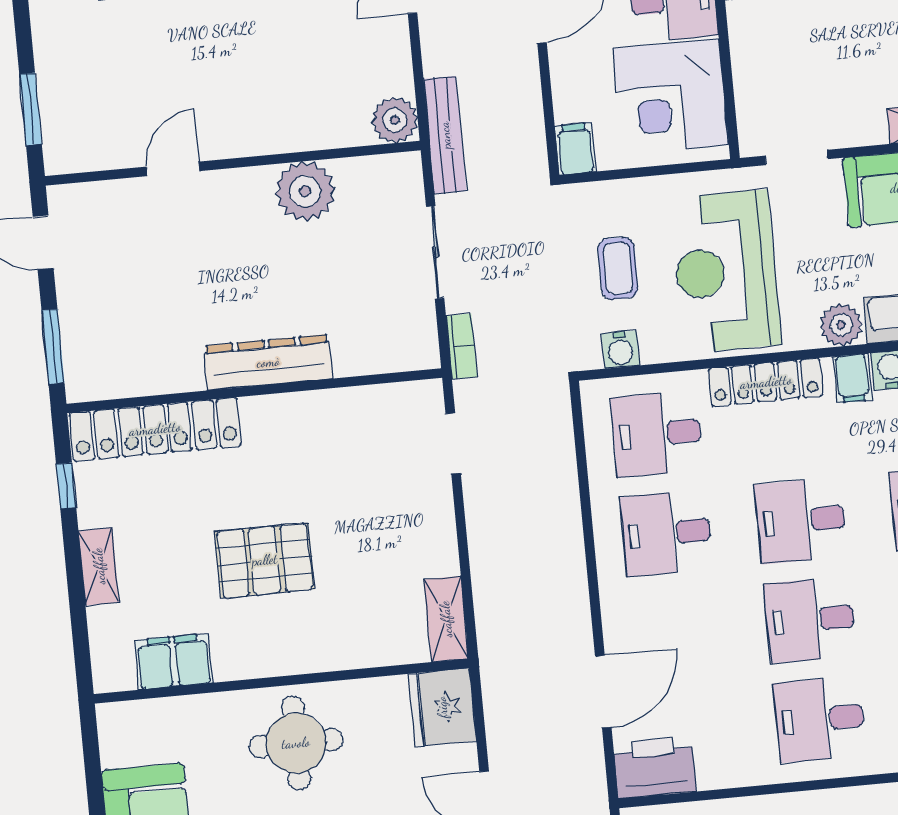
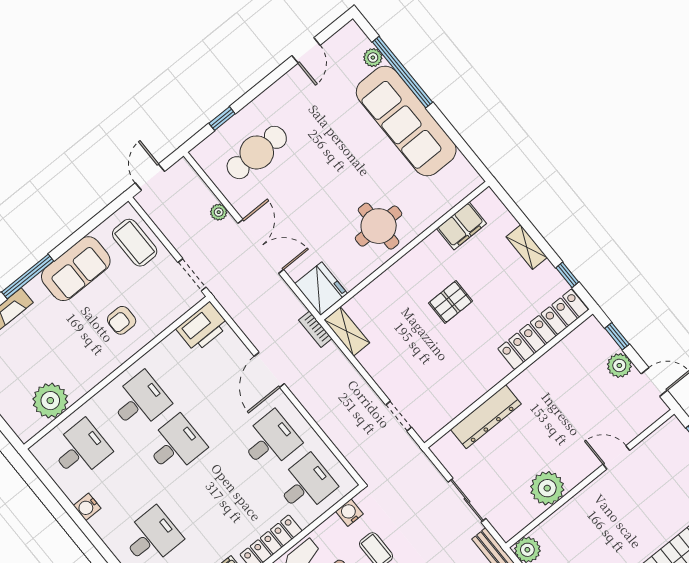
door: (173, 169) -> (616, 457), swing flipped
plant: (78, 301) -> (619, 365), added
window: (53, 346) -> (617, 336), width x0.67
bookcase: (462, 346) -> (315, 329), moved
dresser: (268, 362) -> (486, 417), moved
desk: (801, 521) -> (211, 489), removed
pallet: (265, 560) -> (451, 302), width x0.67, depth x0.71
door: (603, 692) -> (269, 370), moved

